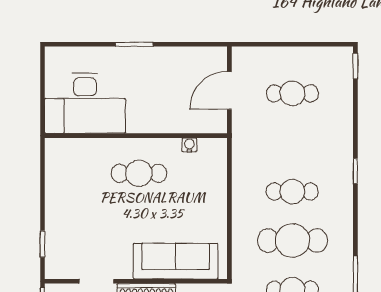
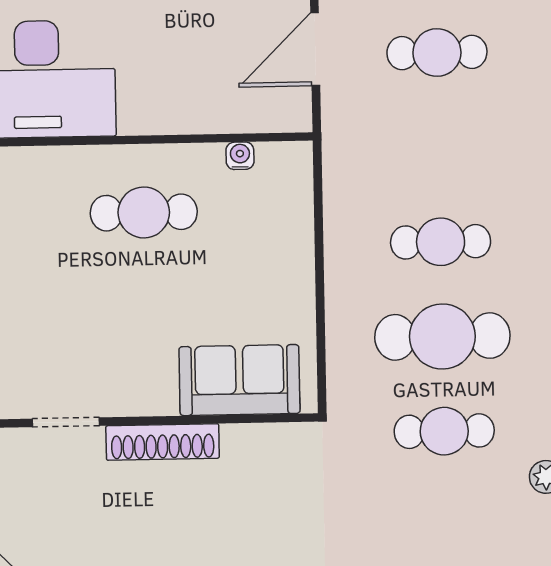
sofa: (176, 261) -> (239, 380), width x0.73

